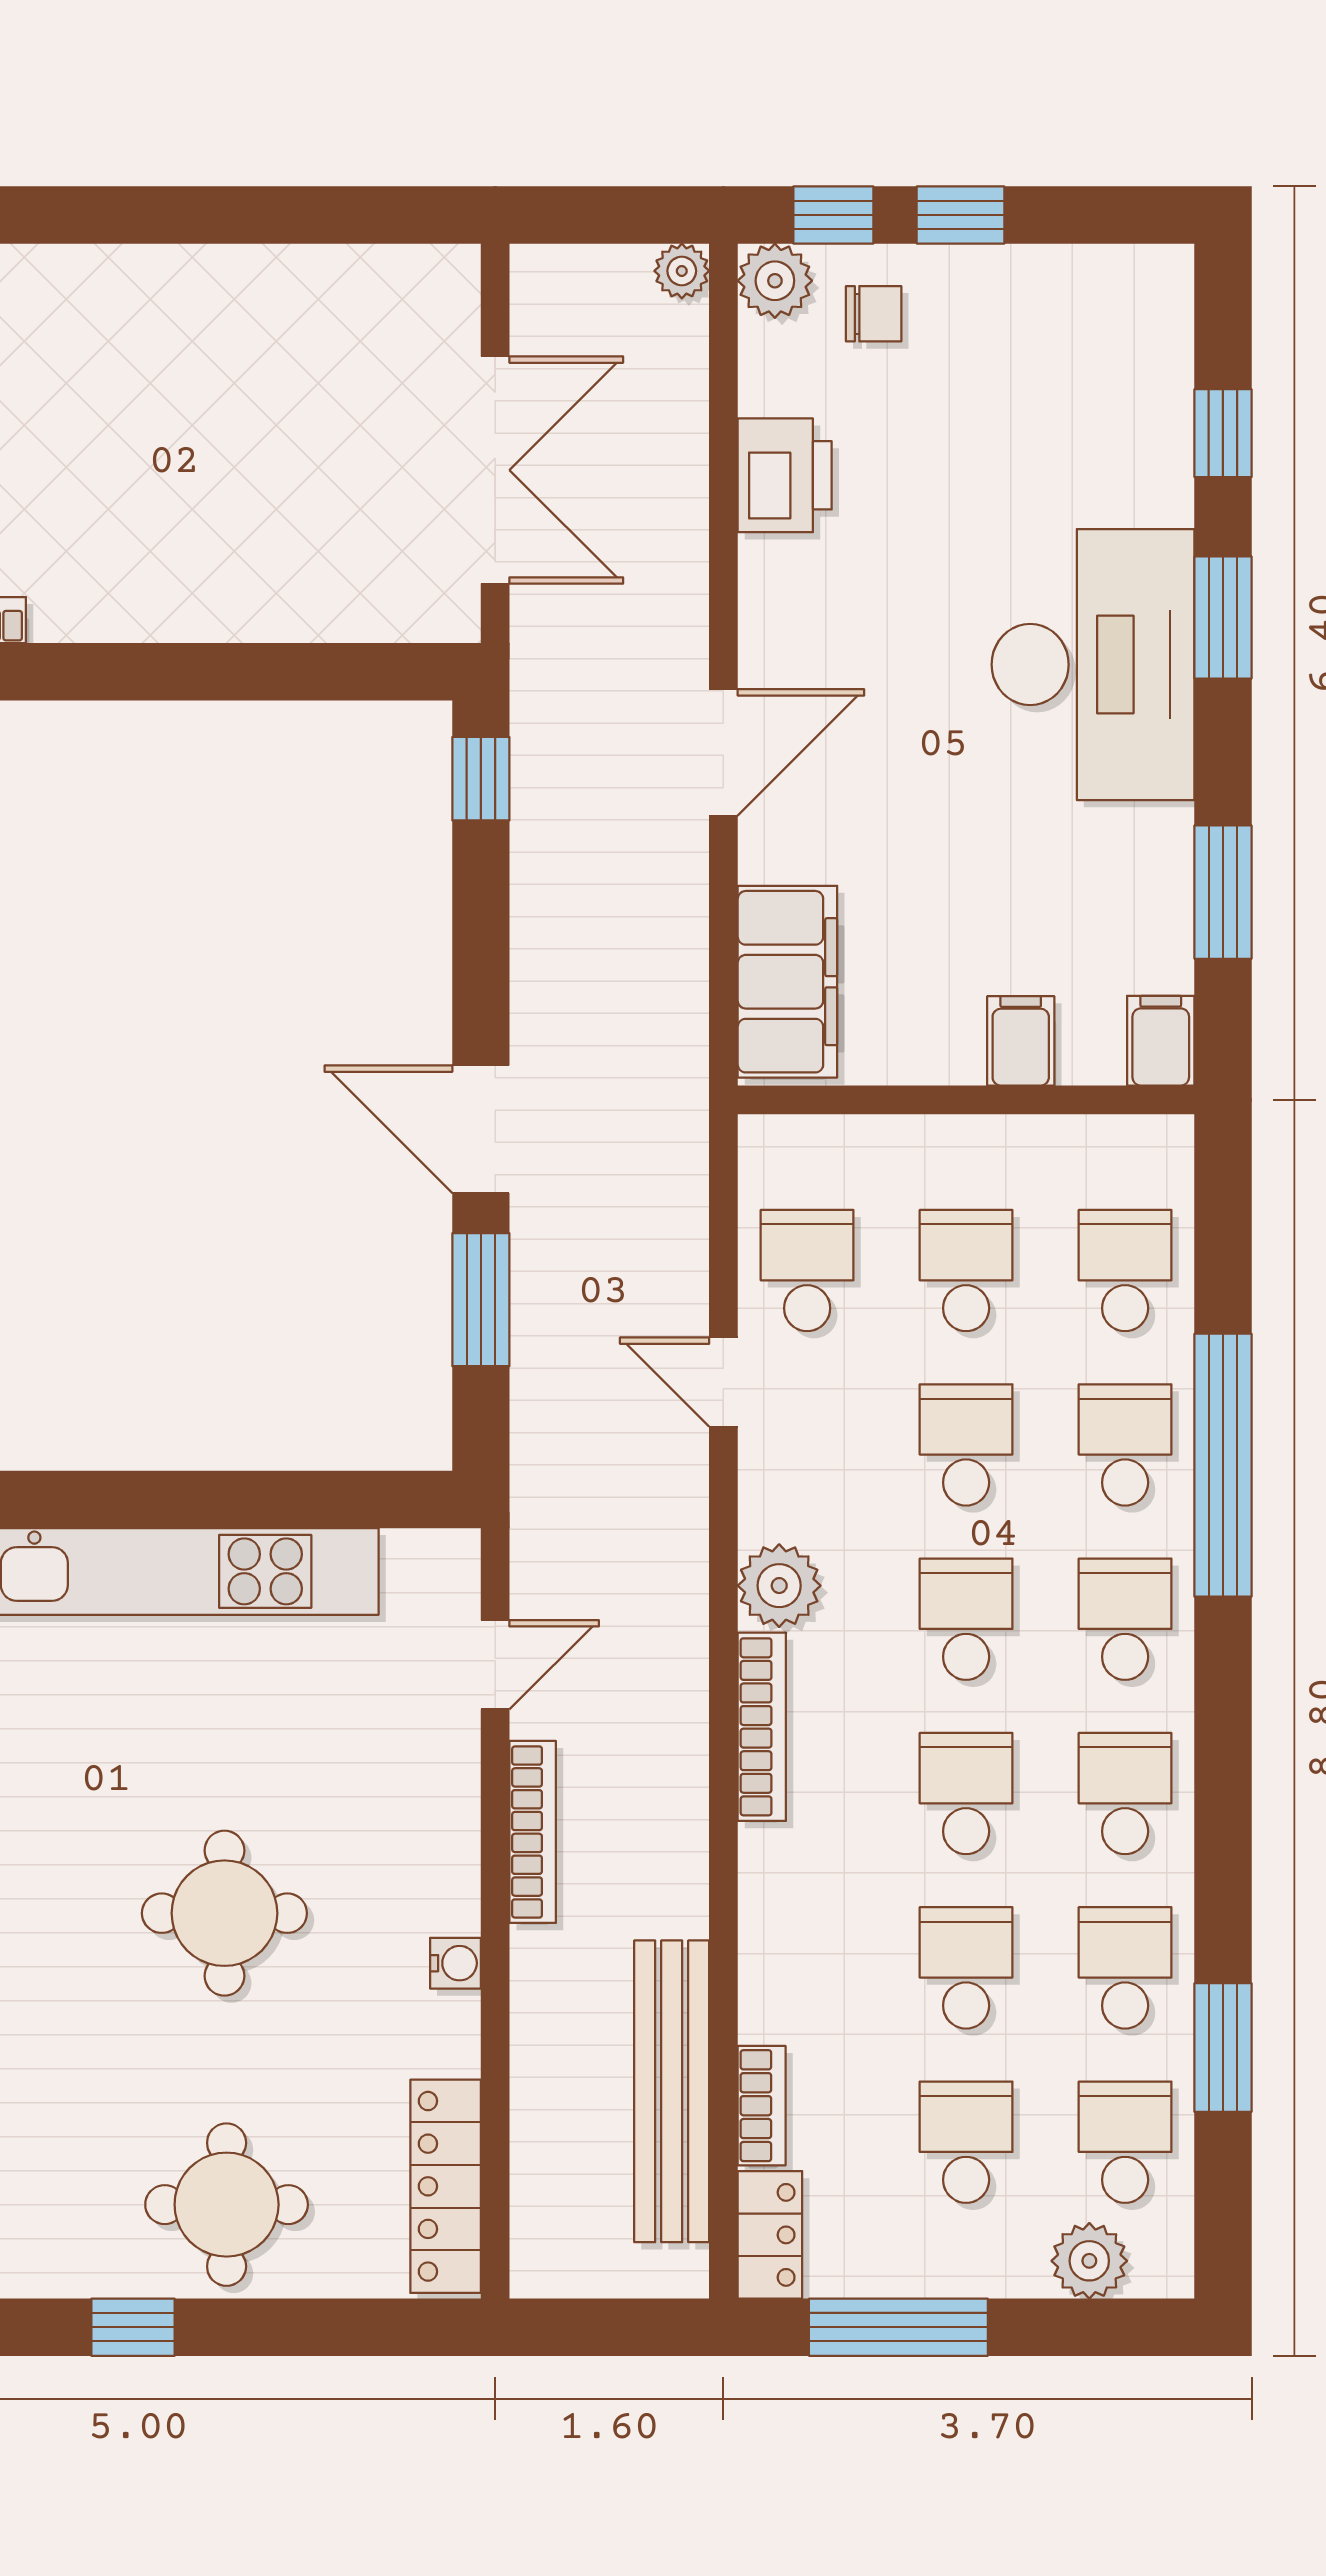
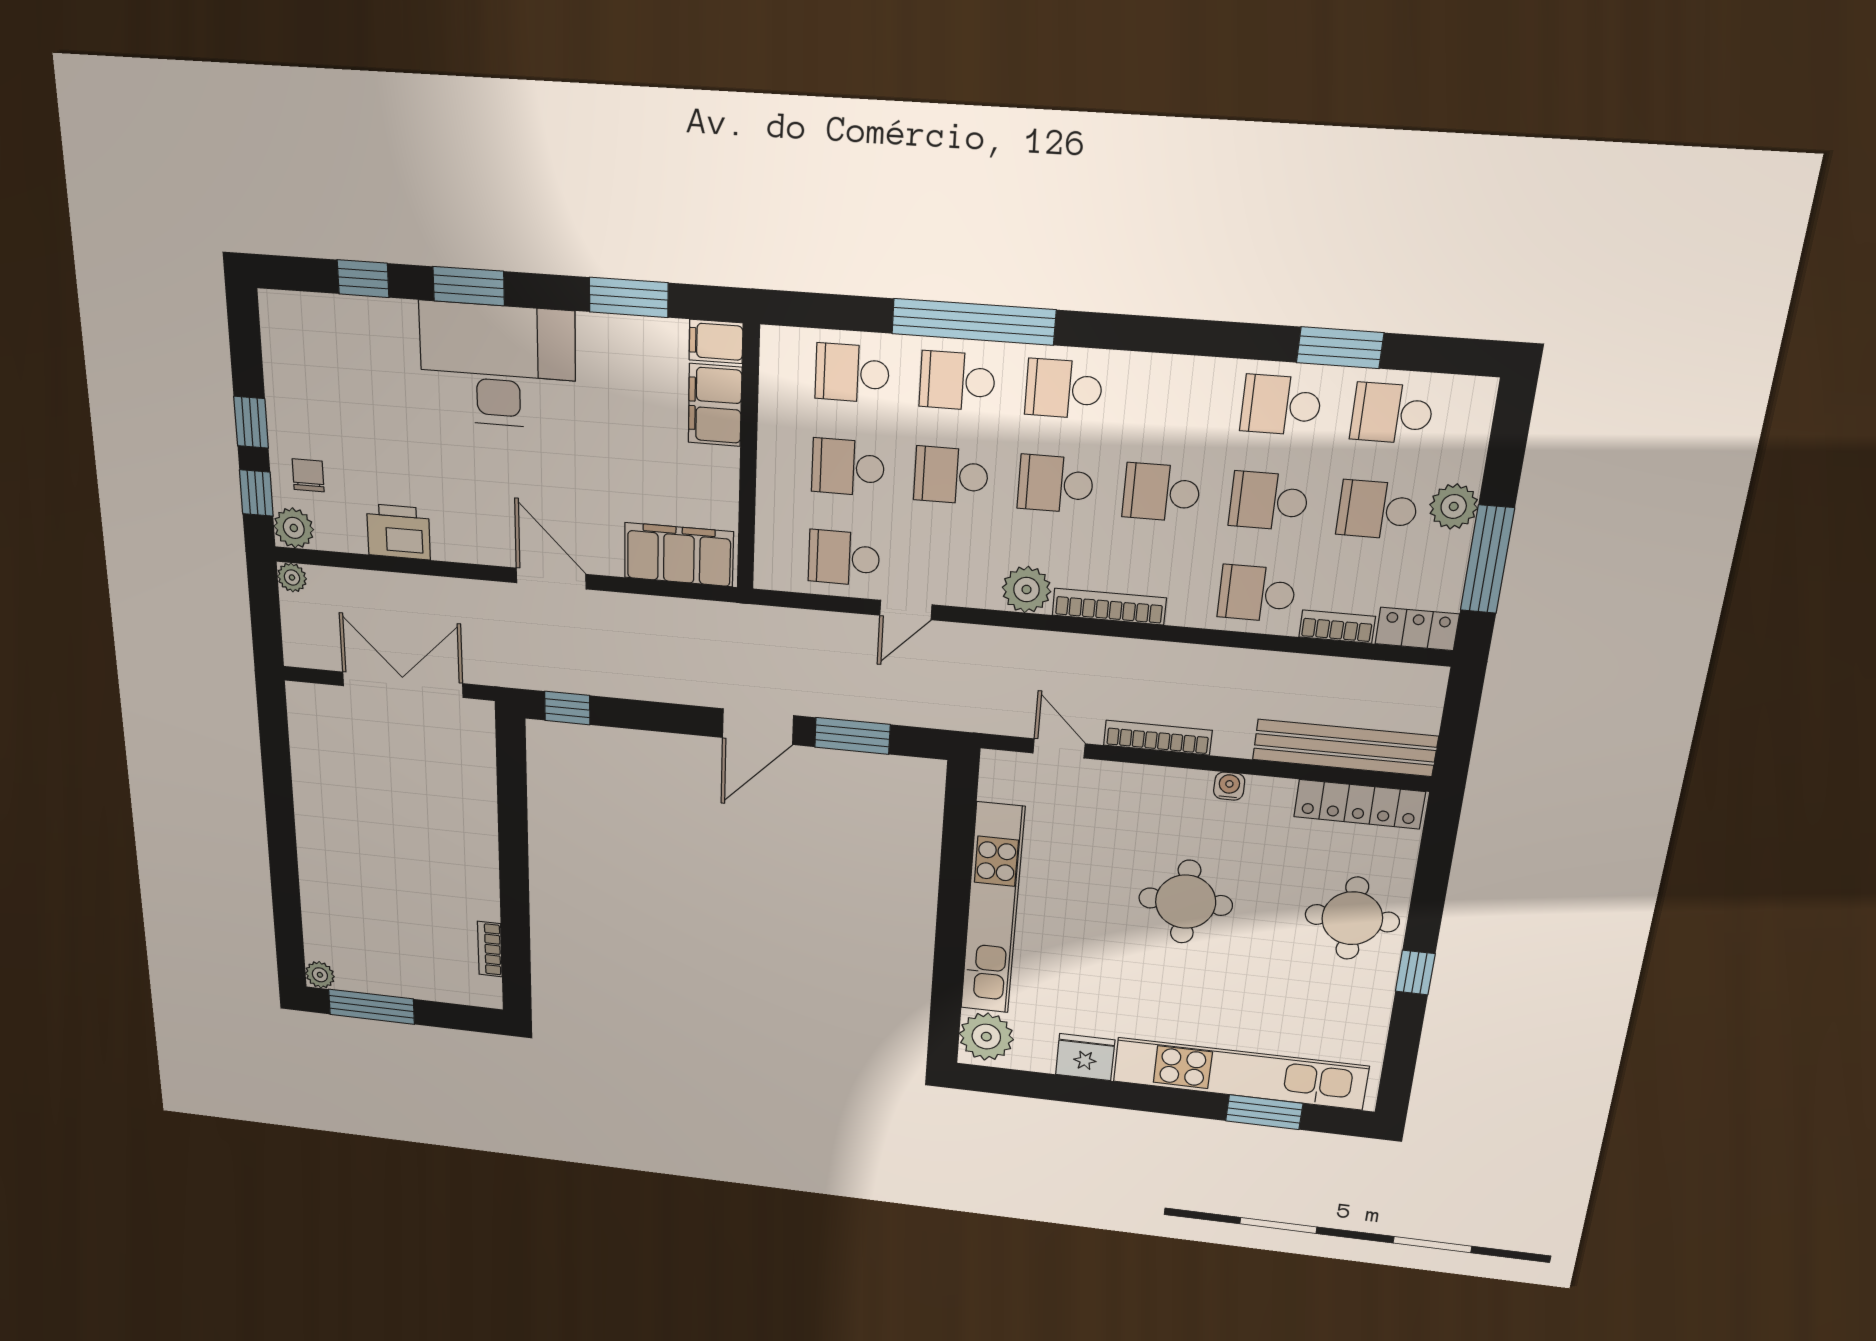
filing cabinet: (1021, 1041) -> (715, 405), width x2.00
school desk: (1125, 1794) -> (1257, 594), moved
bench: (672, 2091) -> (1345, 748), moved
plant: (1089, 2261) -> (1454, 506), moved

